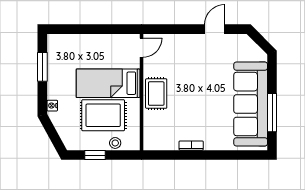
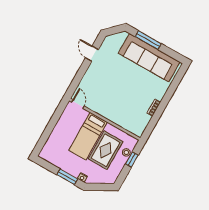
window: (42, 67) -> (67, 177), moved
rug: (156, 94) -> (111, 111), removed
window: (272, 113) -> (148, 40), moved
window: (95, 155) -> (132, 159), moved

